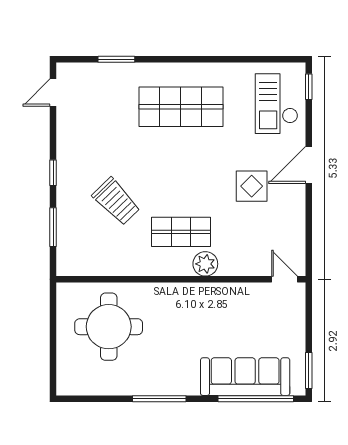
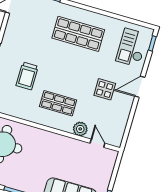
trolley: (116, 201) -> (27, 76), turned 44
plant: (205, 264) -> (80, 129), moved
door: (284, 279) -> (97, 143), moved

